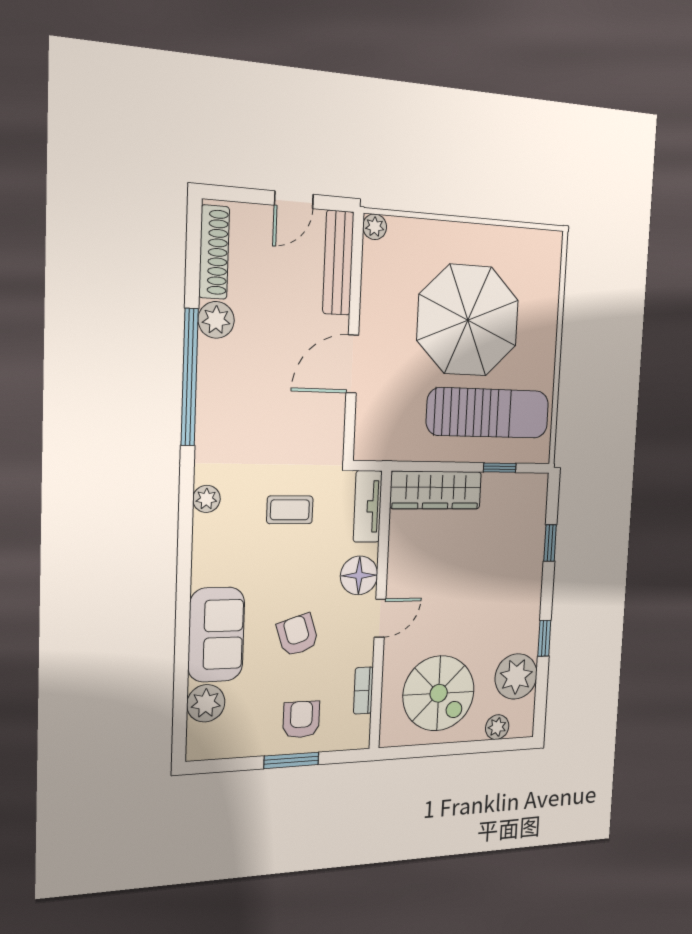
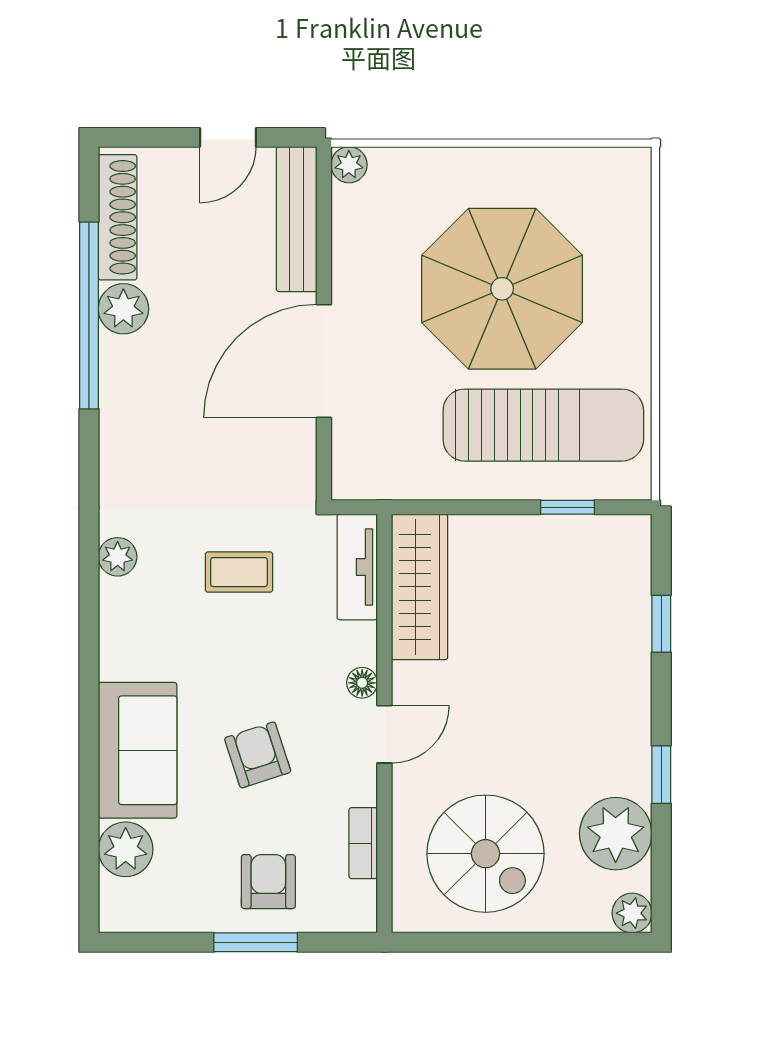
door: (352, 364) -> (324, 361), width x1.36
window: (190, 377) -> (89, 315), moved
wardrobe: (436, 490) -> (420, 587), moved, turned -90
floor lamp: (359, 575) -> (362, 683), width x0.53, depth x0.53
plant: (497, 727) -> (632, 913), moved

